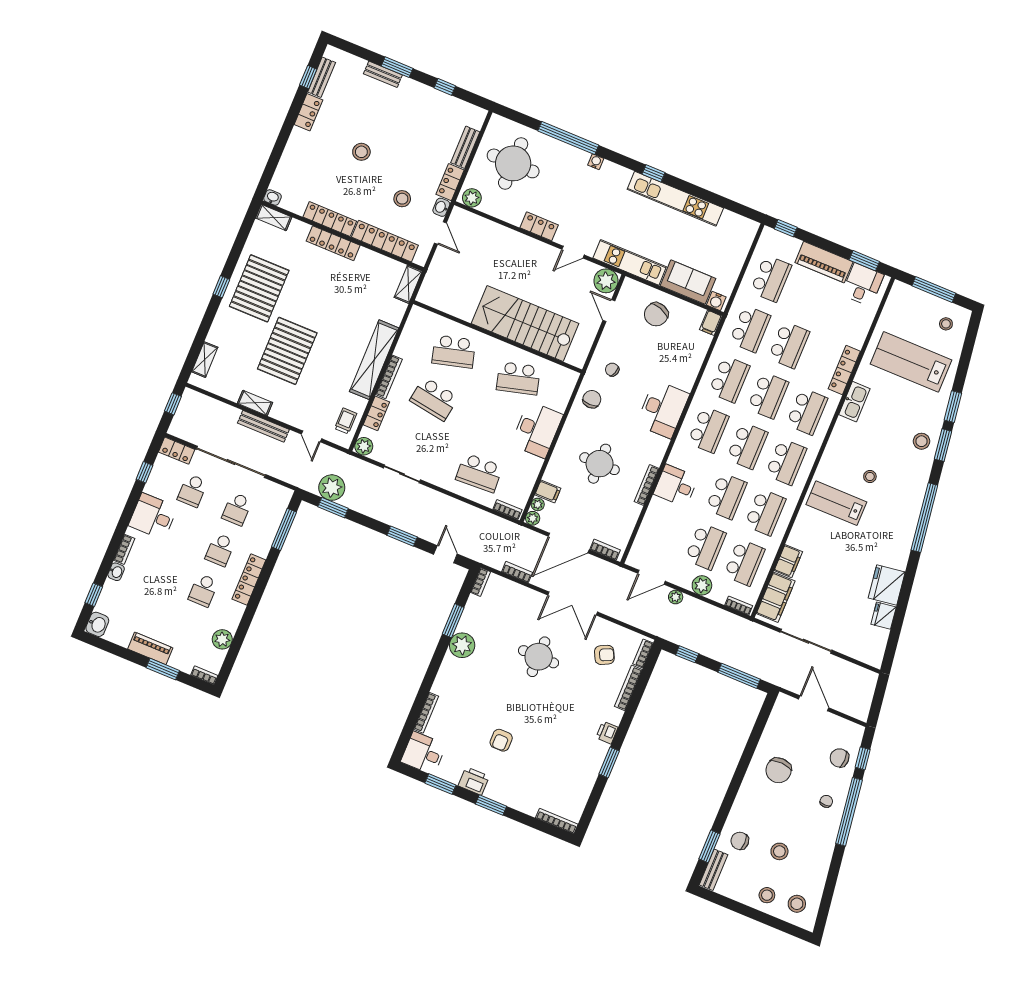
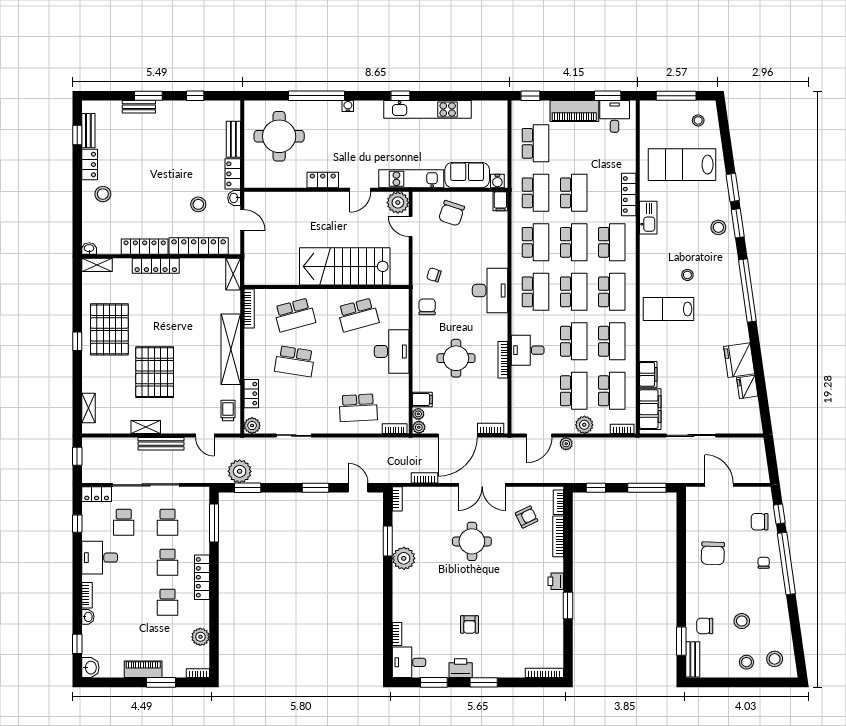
stool: (361, 152) -> (103, 194), moved
plant: (472, 198) -> (256, 180), removed
bookcase: (389, 377) -> (249, 309), moved
bookcase: (426, 713) -> (397, 634), width x0.64

